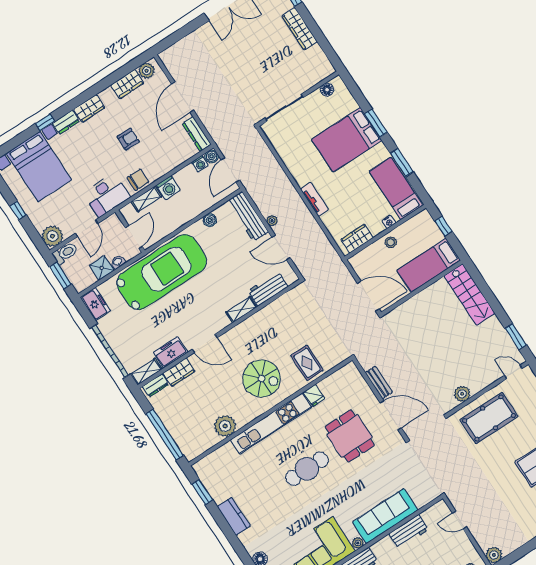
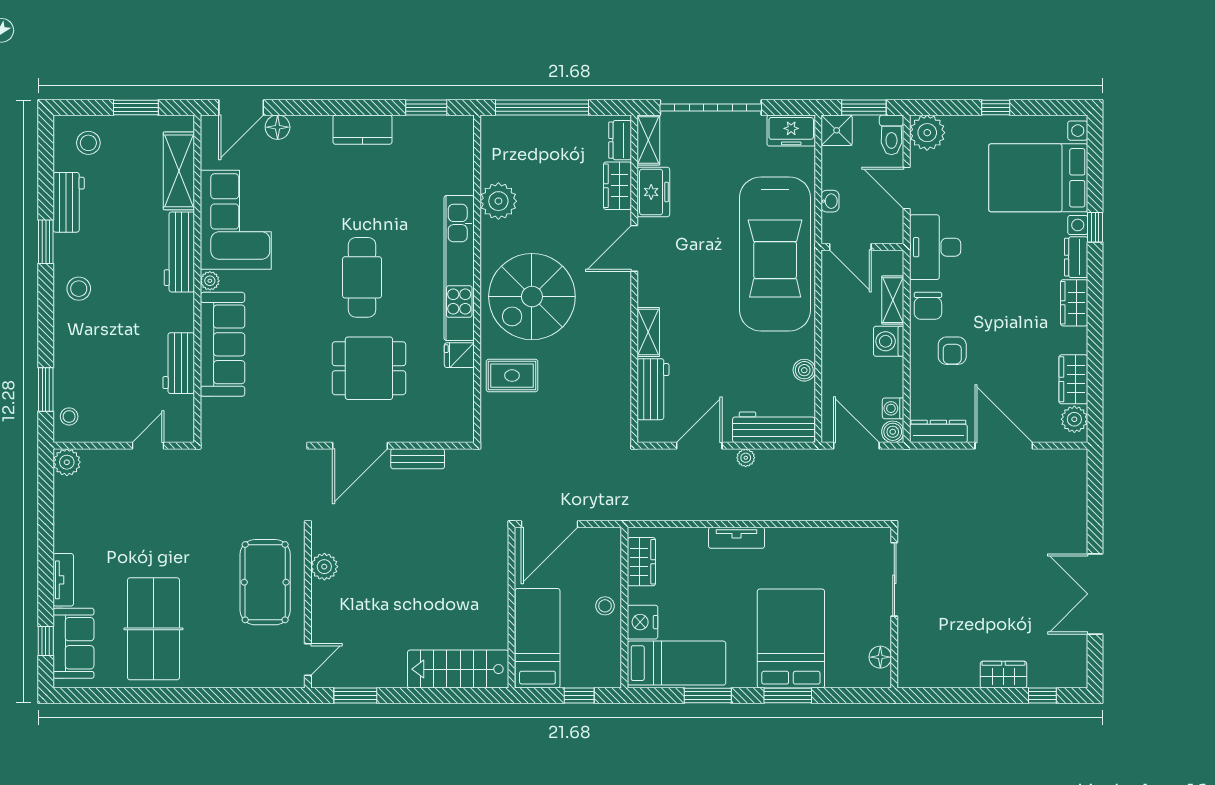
wardrobe: (300, 29) -> (1003, 675), width x0.67
armchair: (128, 139) -> (952, 351), moved
nightstand: (389, 222) -> (643, 622), width x1.89, depth x1.79
shower: (102, 268) -> (837, 130), moved
spiral stairs: (261, 379) -> (532, 297), width x1.37, depth x1.37

